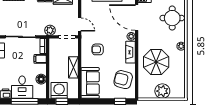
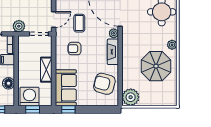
door: (80, 25) -> (54, 19), hinge flipped
coffee table: (102, 28) -> (79, 23), added
parasol: (156, 62) -> (156, 66), moved
plant: (162, 91) -> (131, 97), moved
window: (120, 101) -> (68, 109), moved

